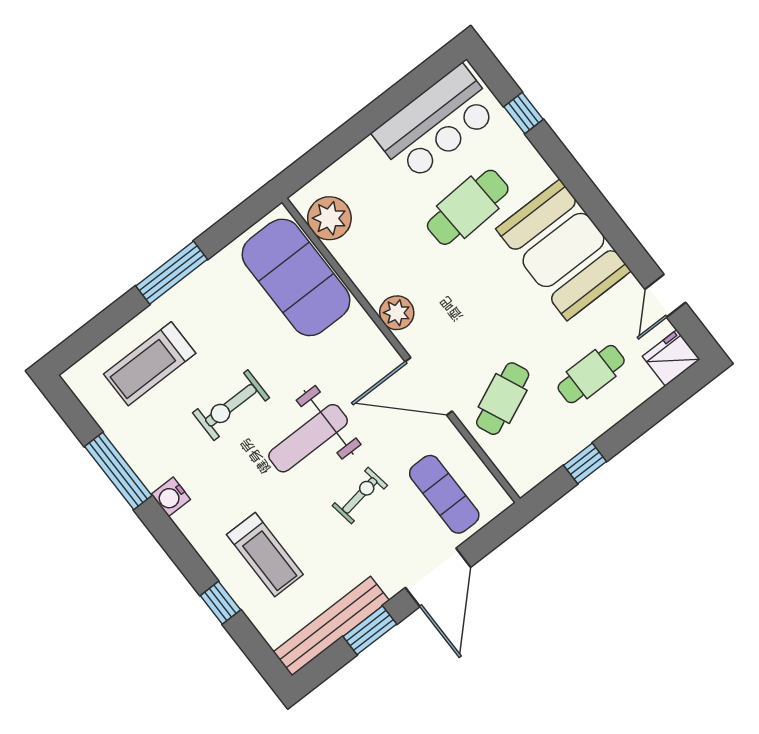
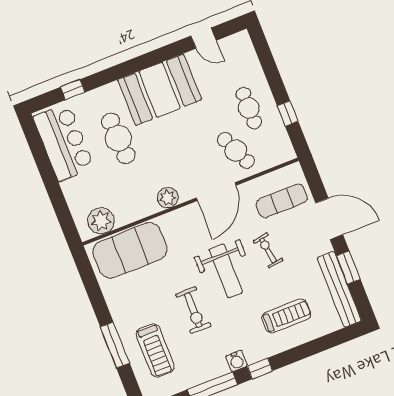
window: (172, 273) -> (115, 345), moved
fridge: (671, 358) -> (241, 45), removed
cafe table: (591, 374) -> (249, 108), moved
window: (220, 603) -> (260, 368), moved

